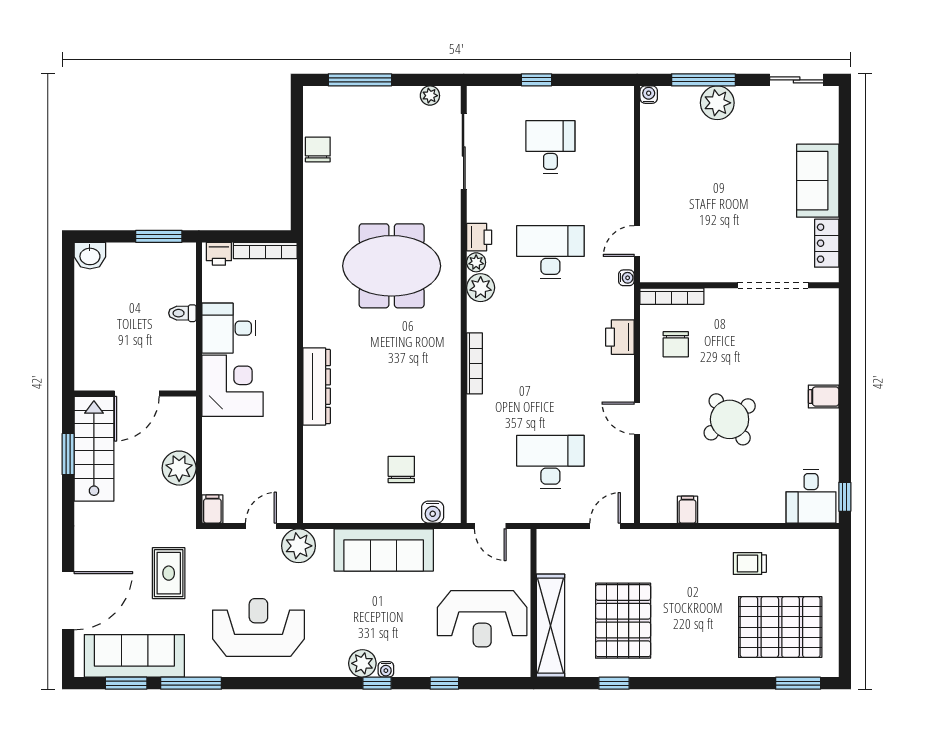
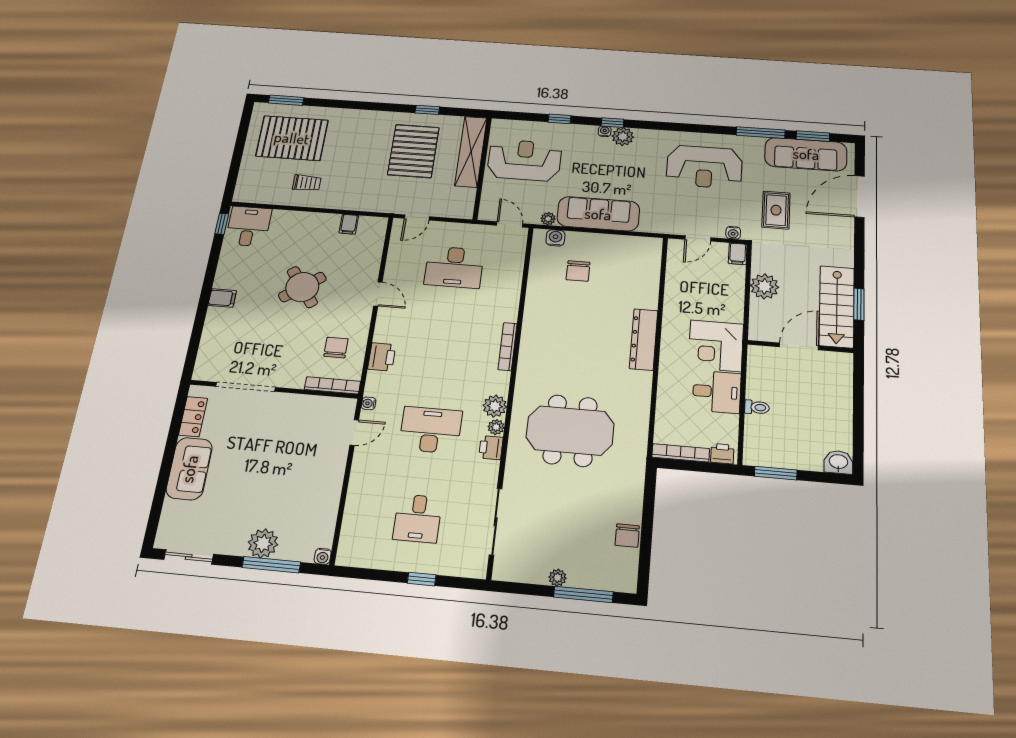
plant: (430, 96) -> (558, 578), moved
desk: (550, 252) -> (431, 430), turned 180
water cooler: (219, 537) -> (733, 233), added
plant: (299, 546) -> (548, 219), moved, width x0.53, depth x0.53

